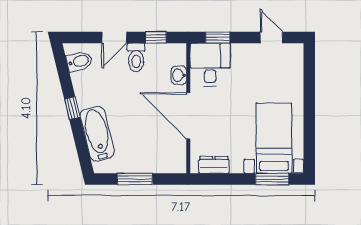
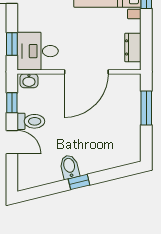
bidet: (79, 61) -> (69, 167), moved
washbasin: (179, 75) -> (29, 81), moved
bathtub: (97, 134) -> (103, 158), removed
window: (135, 179) -> (146, 108), moved

